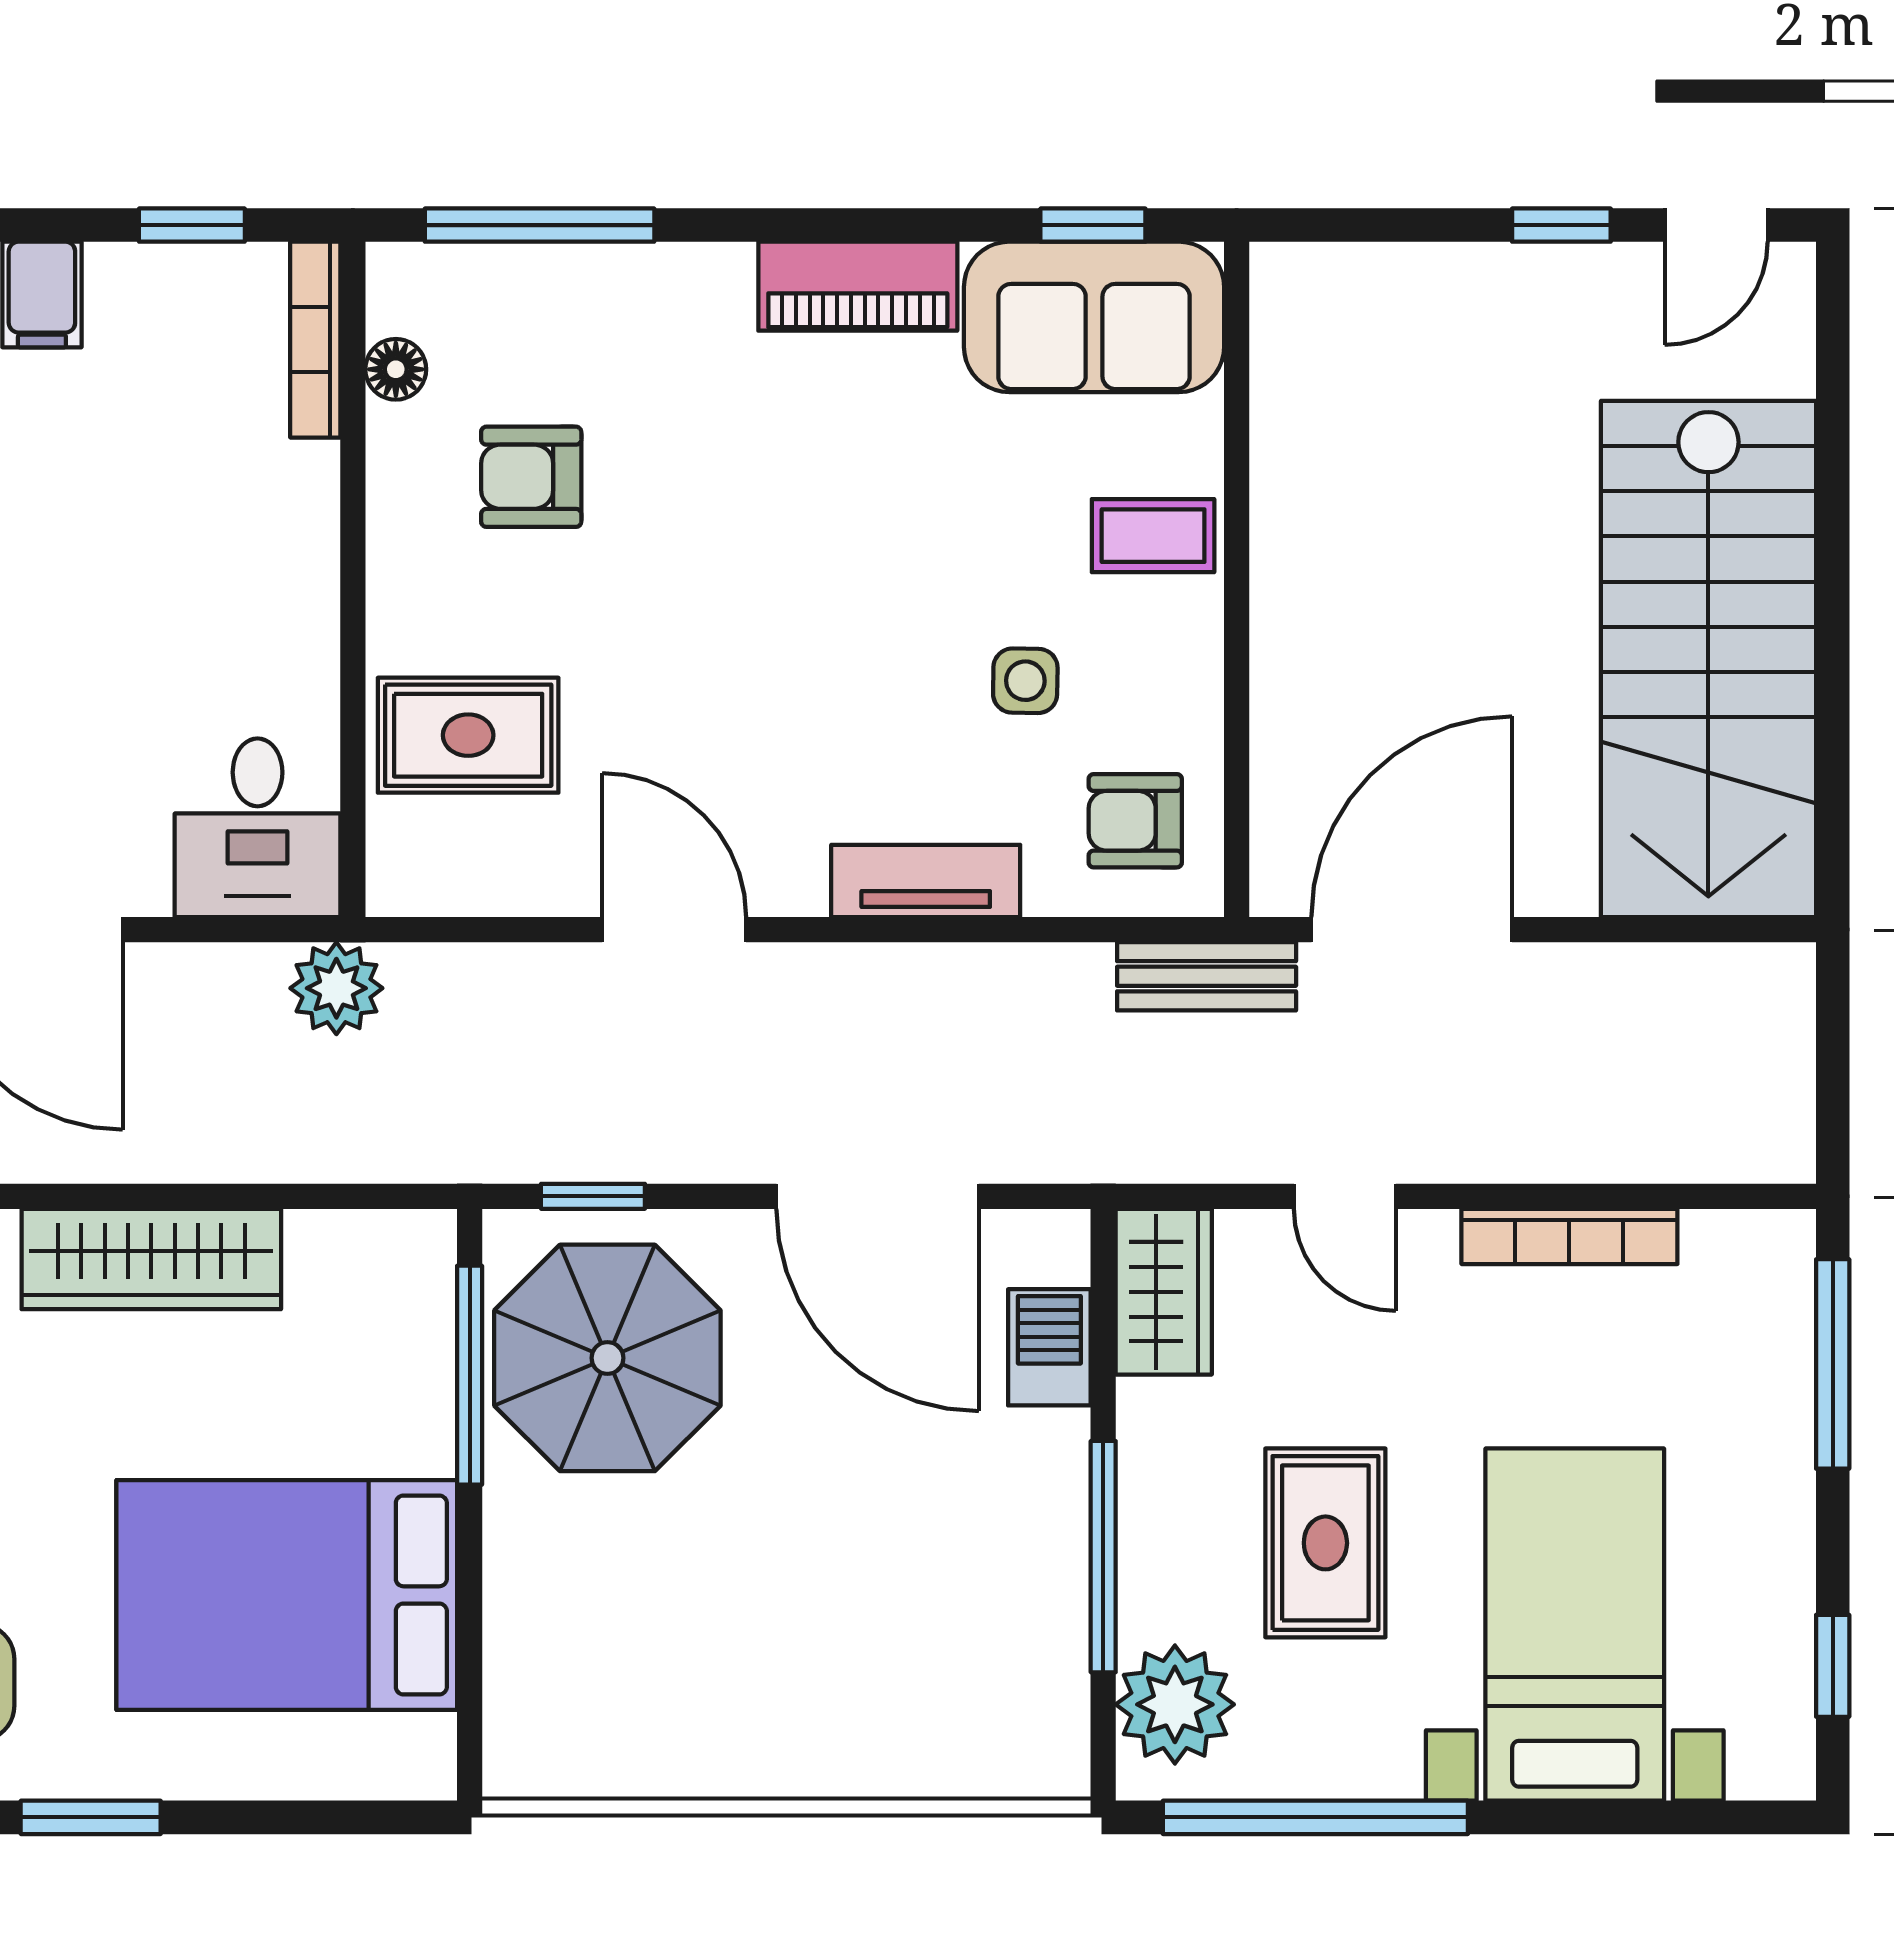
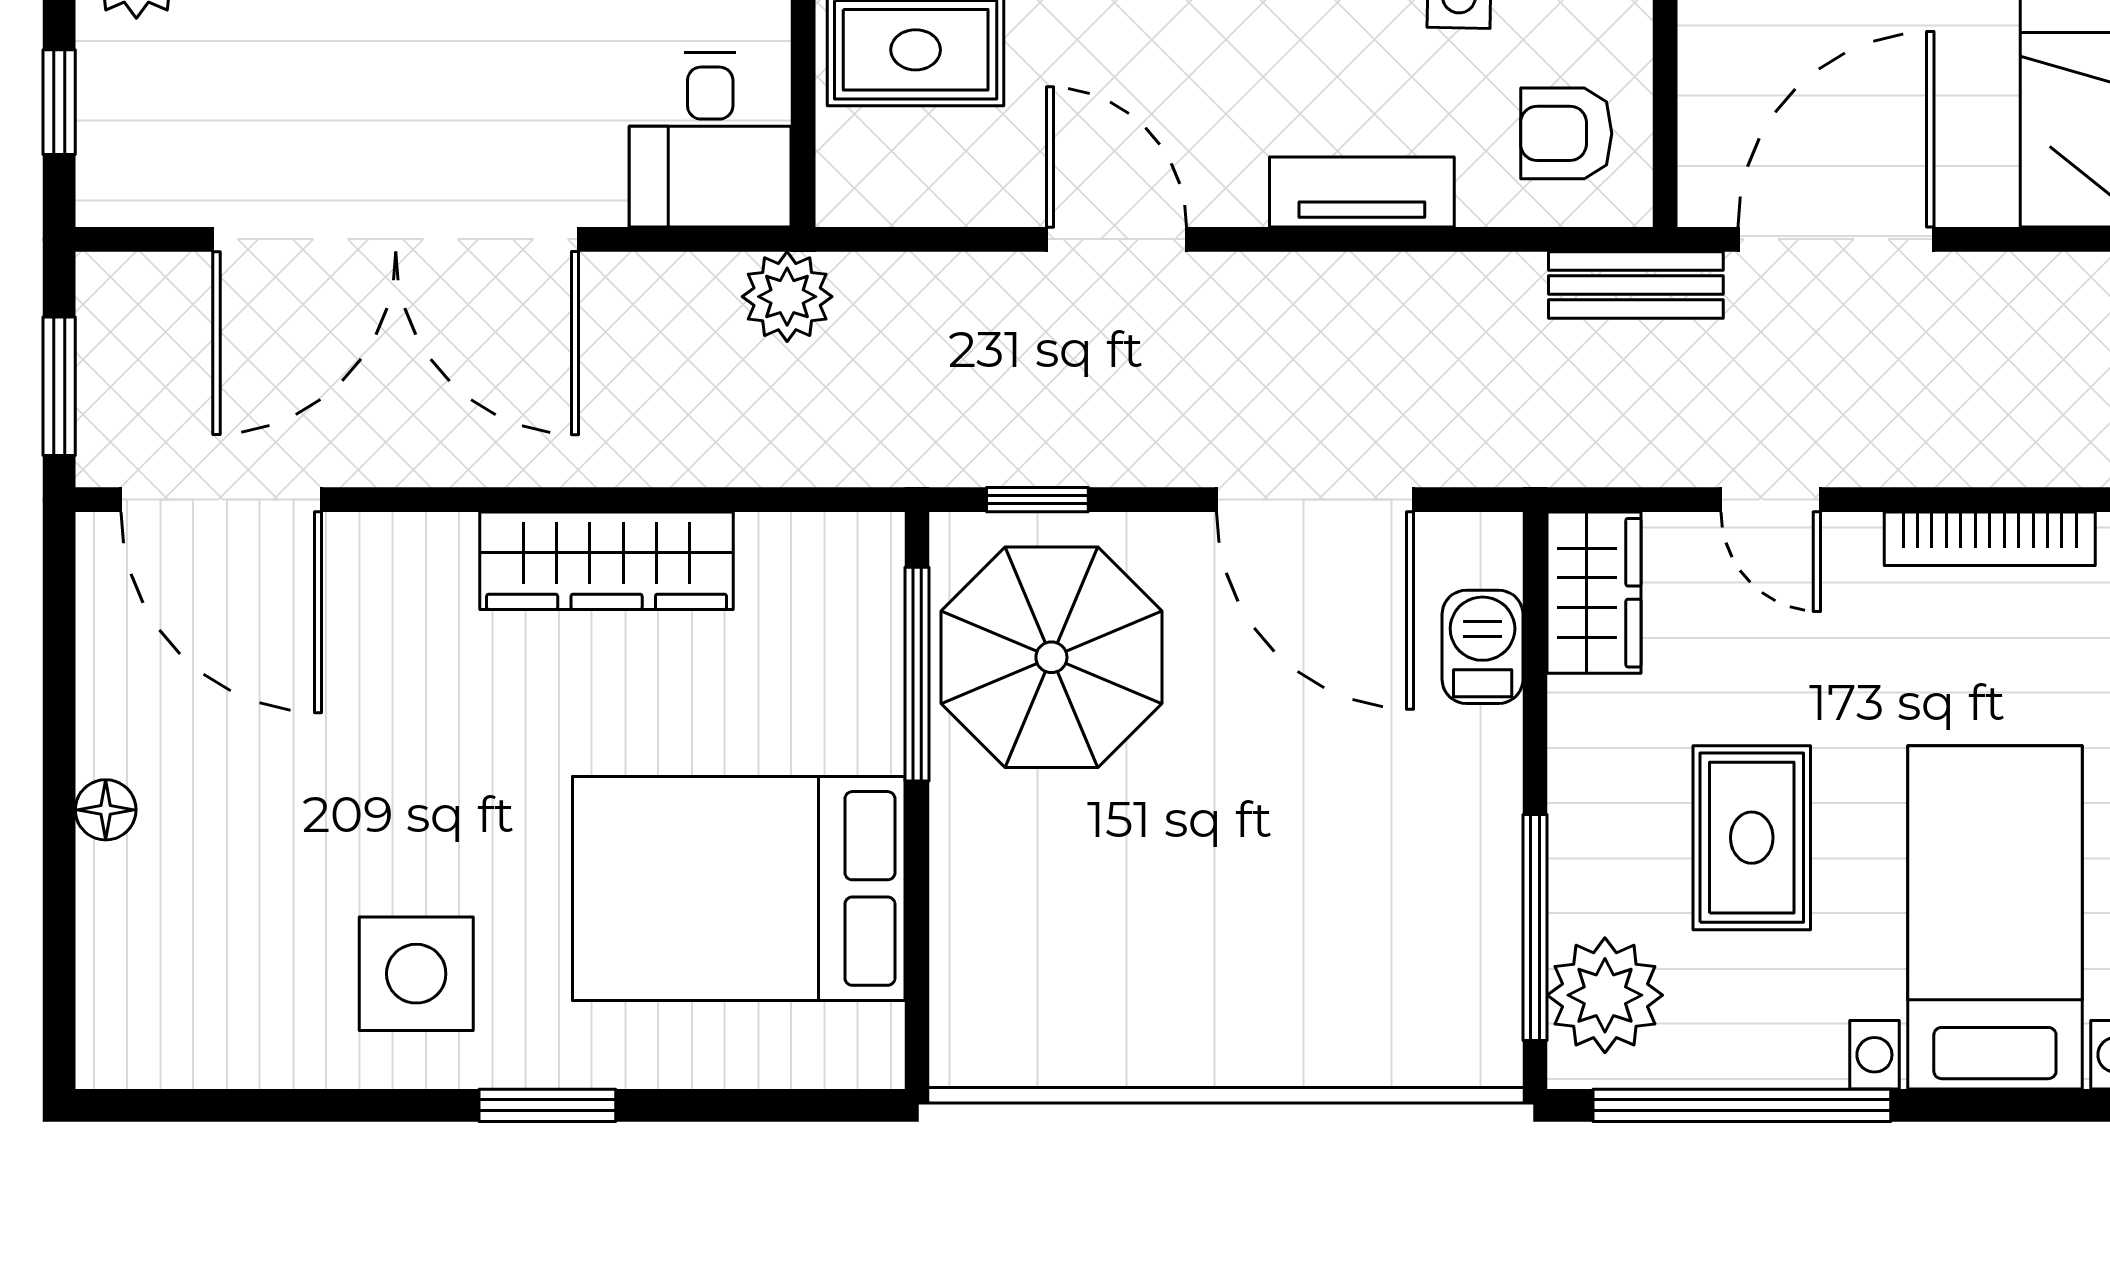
window: (1103, 1557) -> (1535, 928), moved

